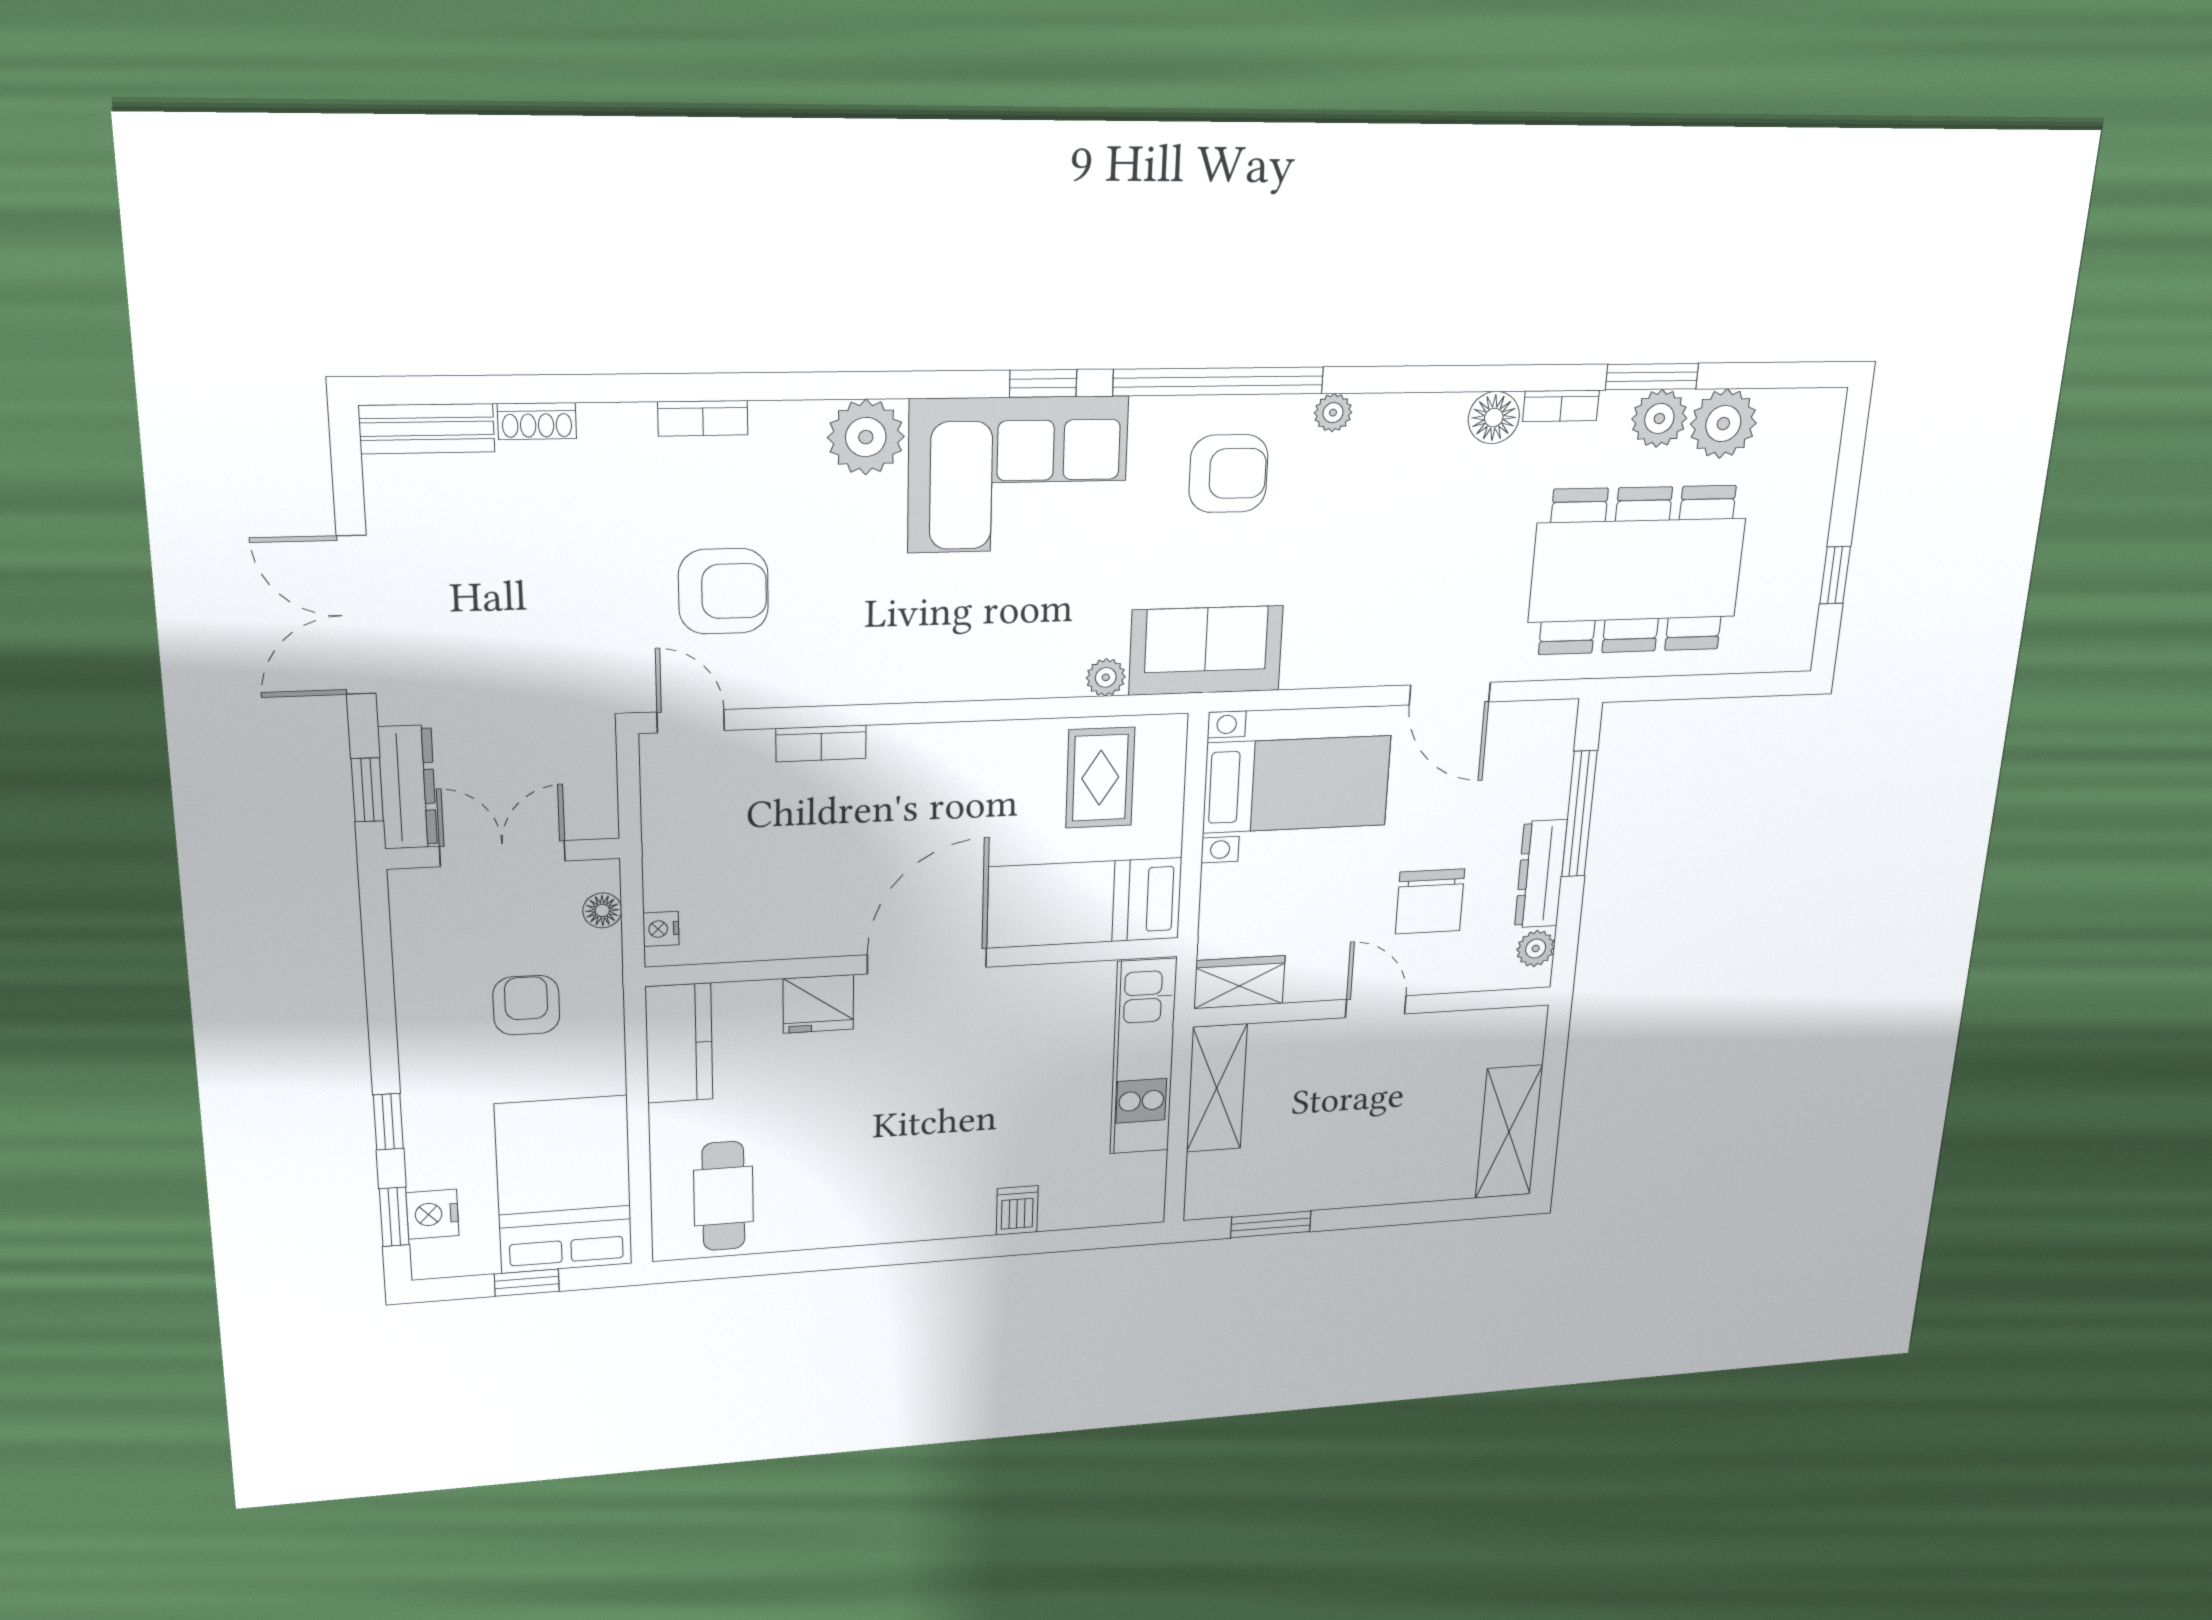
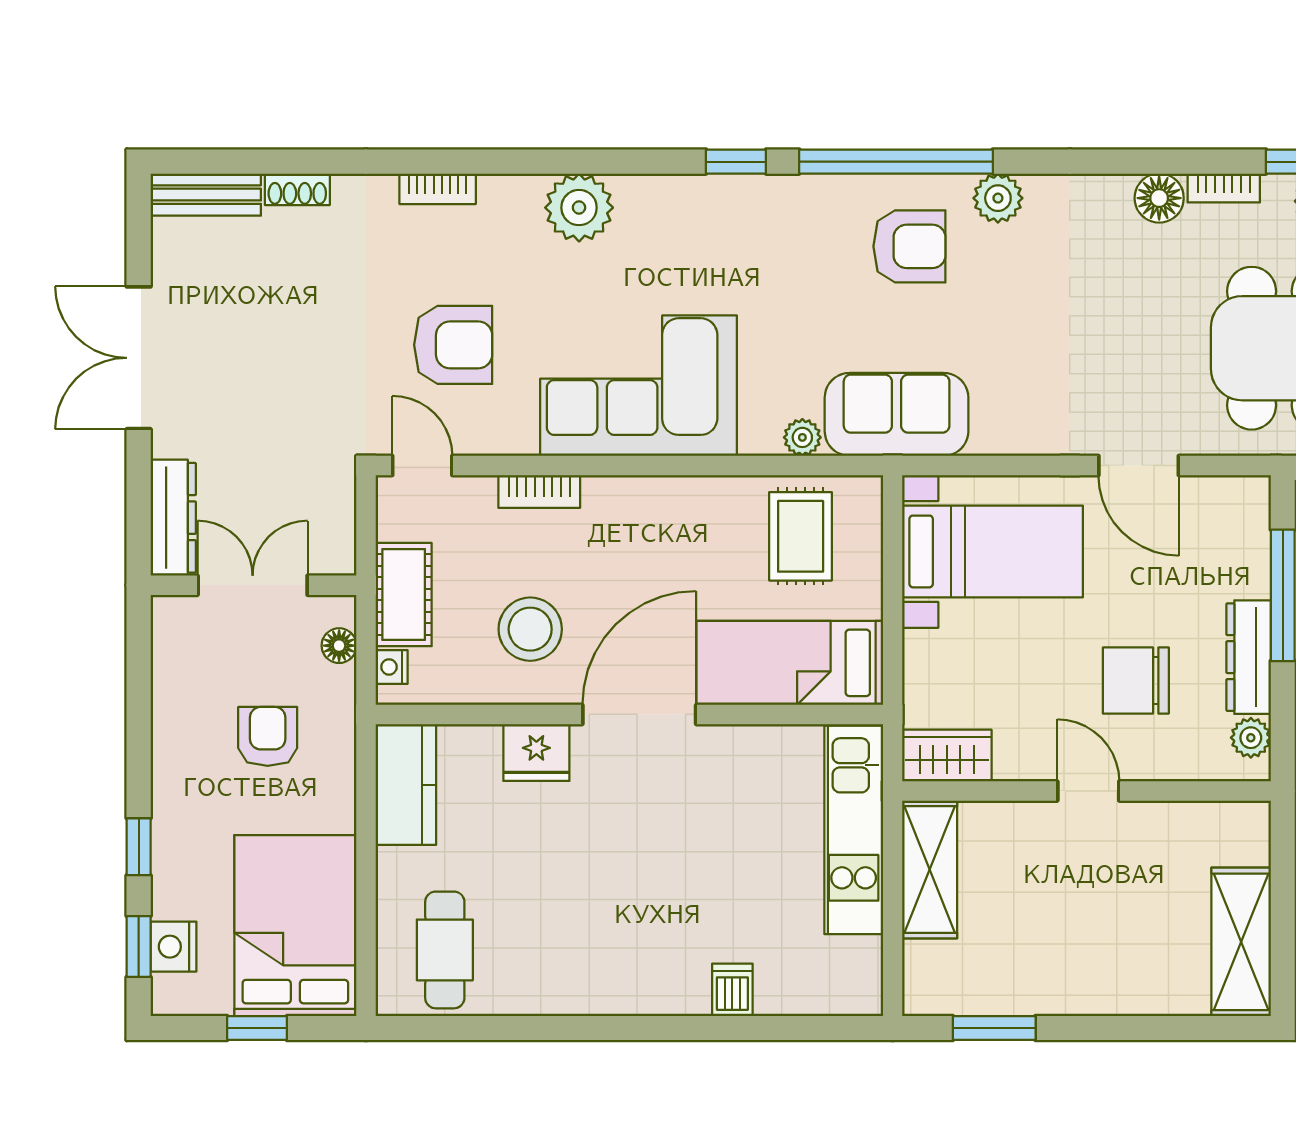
plant: (1333, 413) -> (998, 198), width x1.38, depth x1.38
corner sofa: (1018, 475) -> (639, 386), moved, turned 180
window: (367, 790) -> (139, 519), removed
cot: (673, 855) -> (404, 595), added
stool: (811, 884) -> (530, 629), added
chair: (1430, 901) -> (1136, 680), turned 90

